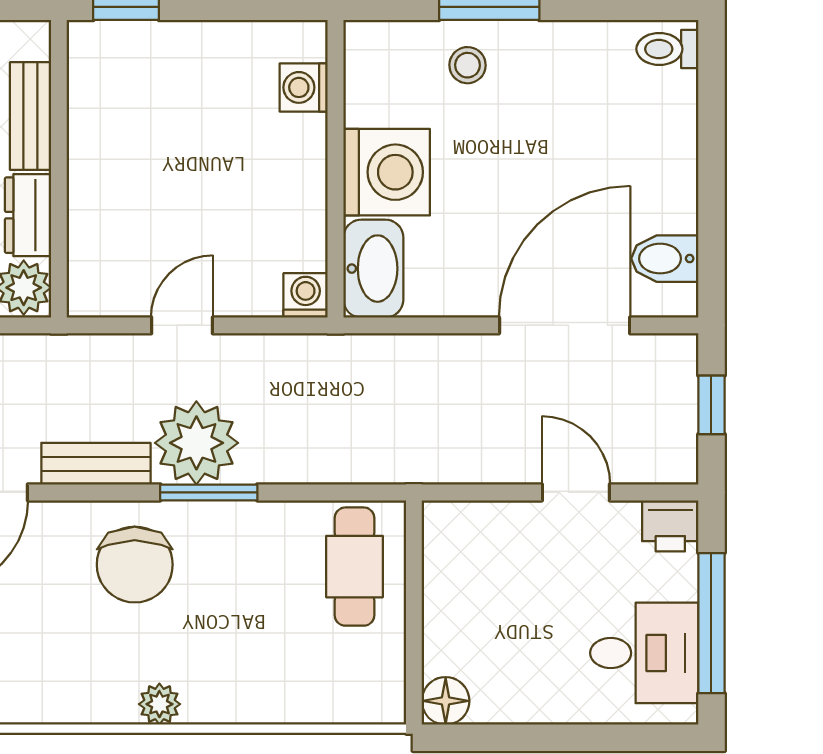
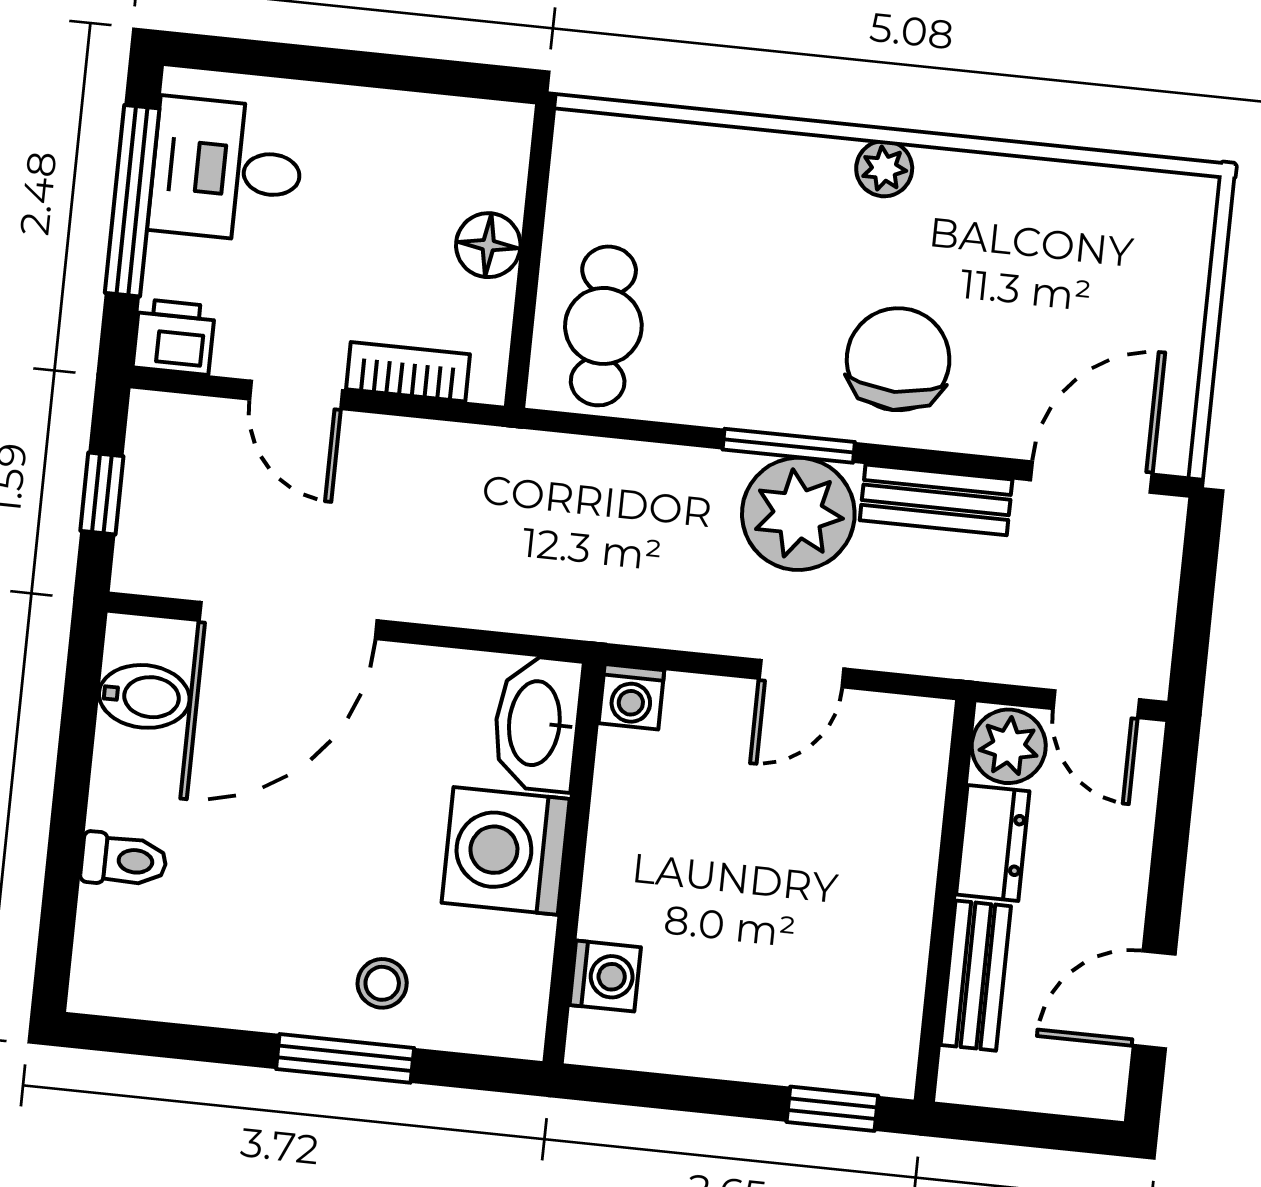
toilet: (667, 49) -> (124, 860), moved
bookcase: (495, 518) -> (408, 372), added
floor lamp: (446, 701) -> (488, 245), moved

